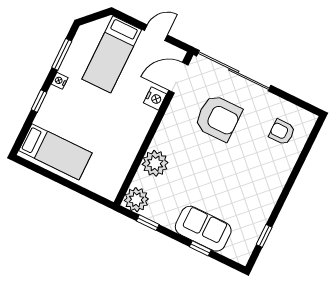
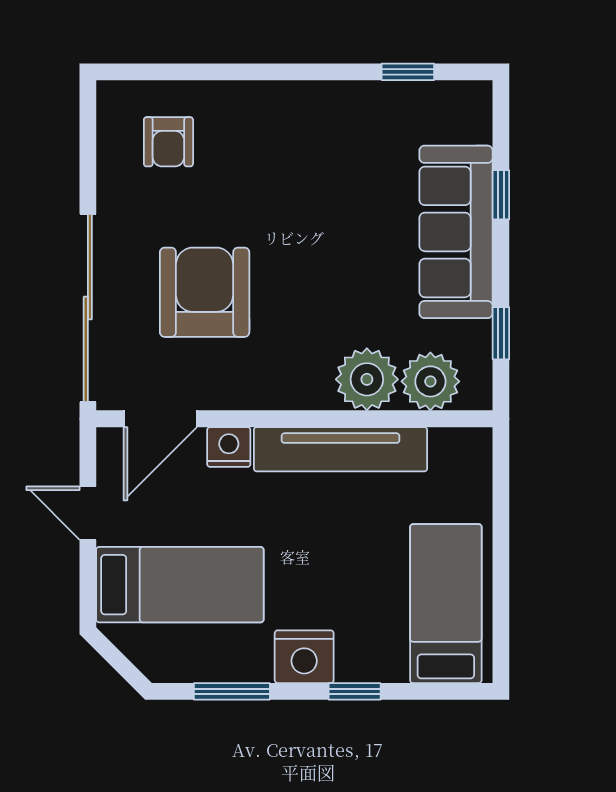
door: (178, 78) -> (160, 419), hinge flipped
nightstand: (60, 81) -> (304, 657), width x1.89, depth x1.79
tv unit: (133, 140) -> (341, 449), added
plant: (136, 200) -> (430, 381), moved
sofa: (203, 229) -> (456, 232), width x1.36

